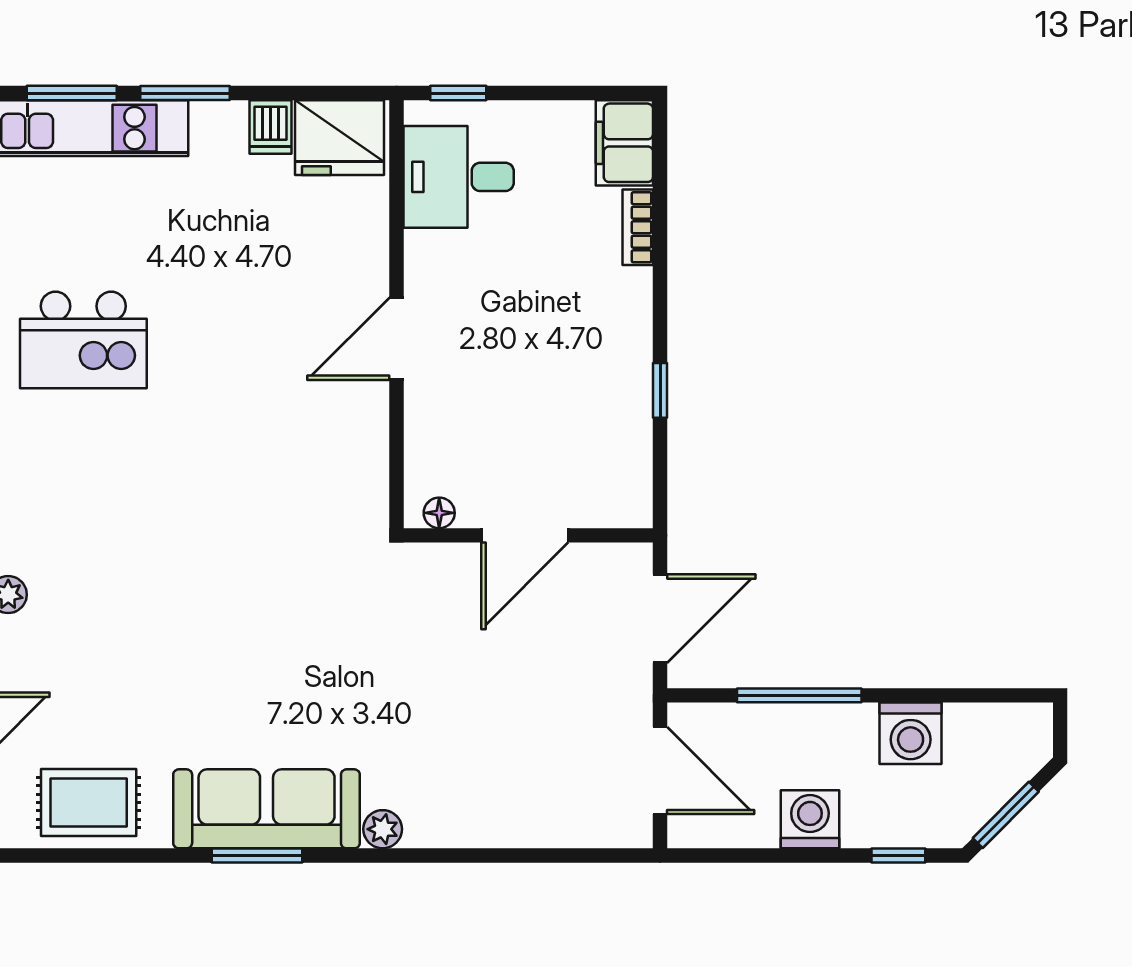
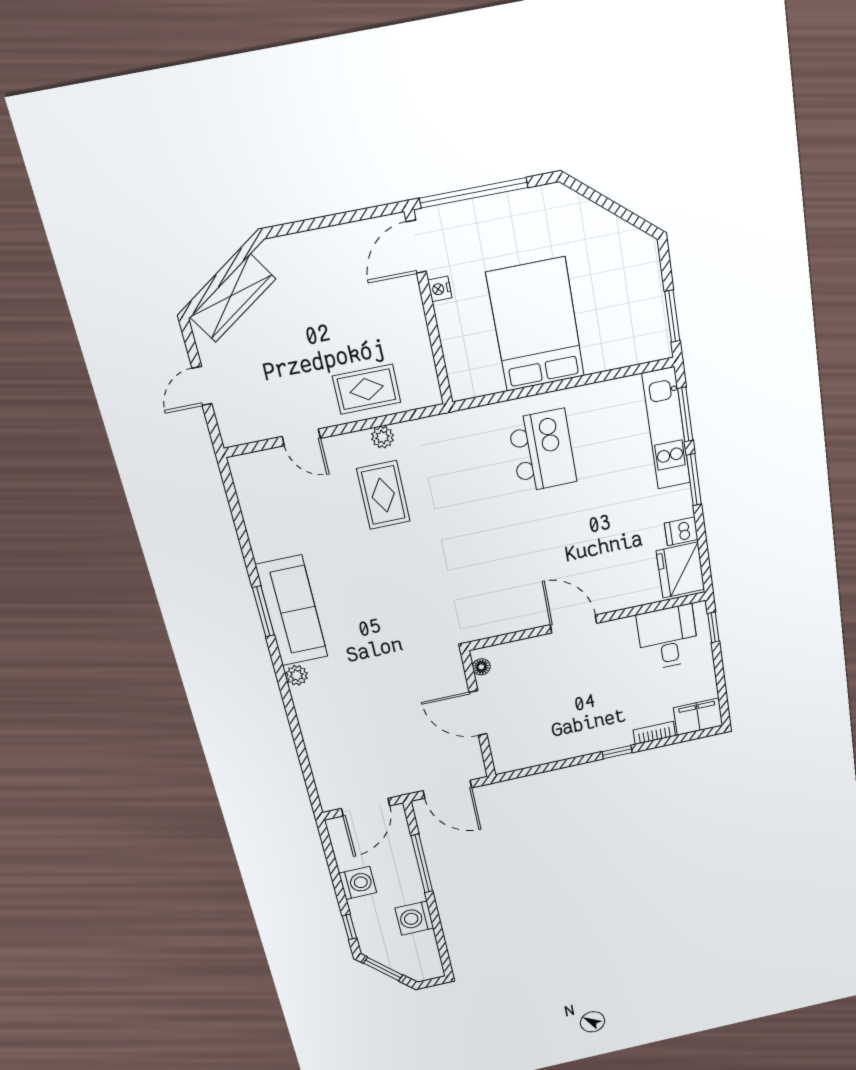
kitchen island: (83, 340) -> (542, 451), turned 180
window: (660, 390) -> (617, 752), moved
rug: (89, 802) -> (383, 495), moved

